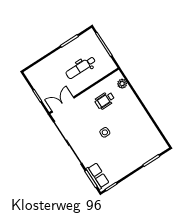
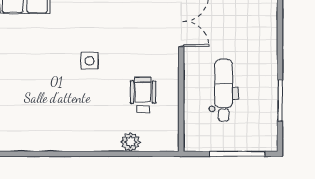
plant: (122, 84) -> (131, 142), moved

